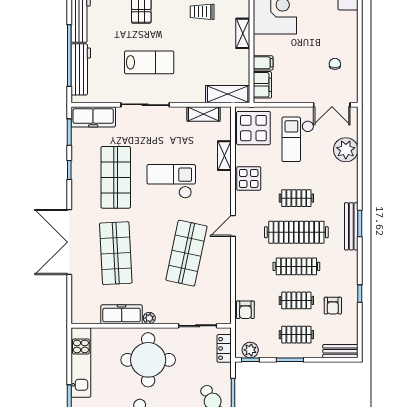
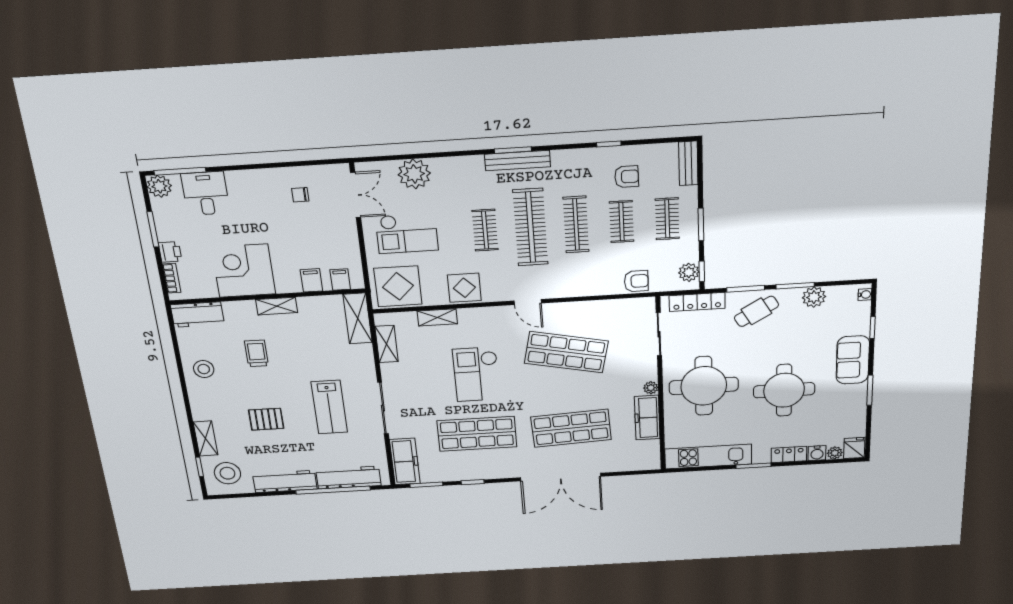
trolley: (202, 12) -> (256, 353), turned 180
lab bench: (149, 62) -> (329, 407), turned 180
filing cabinet: (262, 85) -> (340, 280), width x0.50
locker: (224, 348) -> (697, 302), width x1.53

